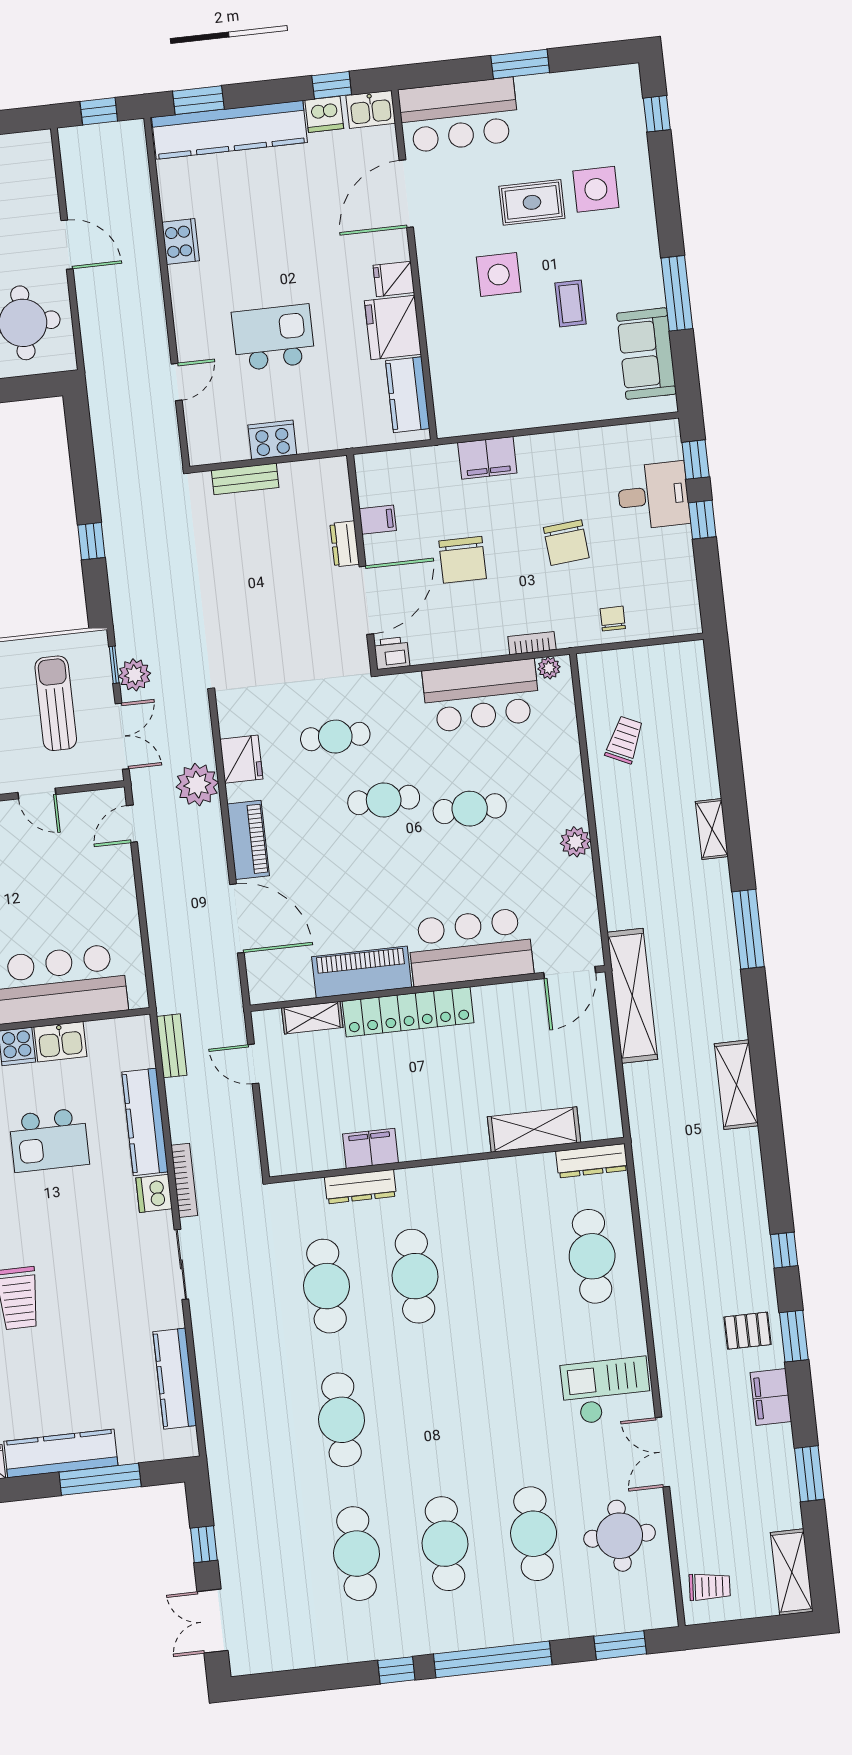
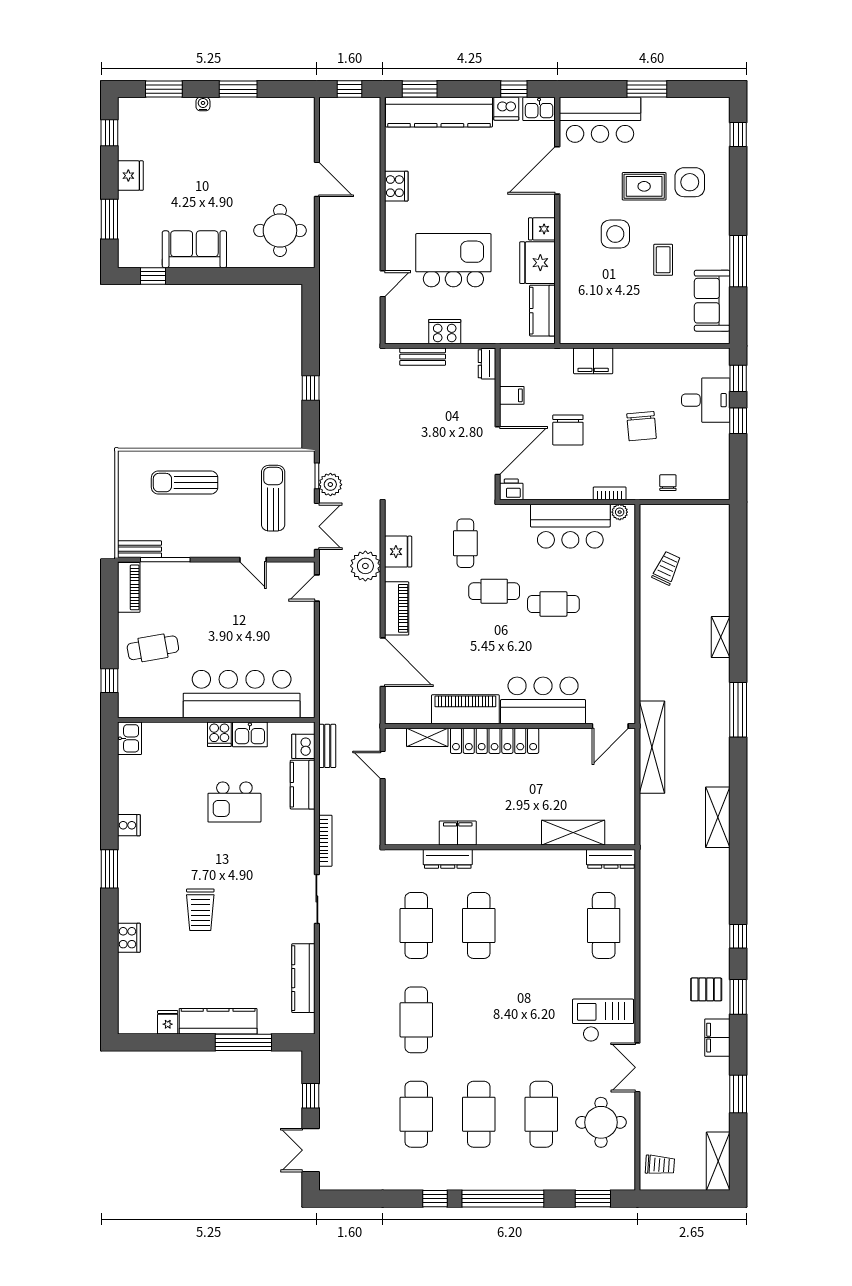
kitchen island: (273, 337) -> (453, 260), width x1.37, depth x1.28
dresser: (345, 544) -> (487, 364), moved
cafe table: (335, 737) -> (465, 543), turned 90
plant: (575, 842) -> (625, 635), removed
kitchen counter: (145, 1122) -> (303, 785), width x0.67
dishwasher: (154, 1193) -> (303, 746), moved

